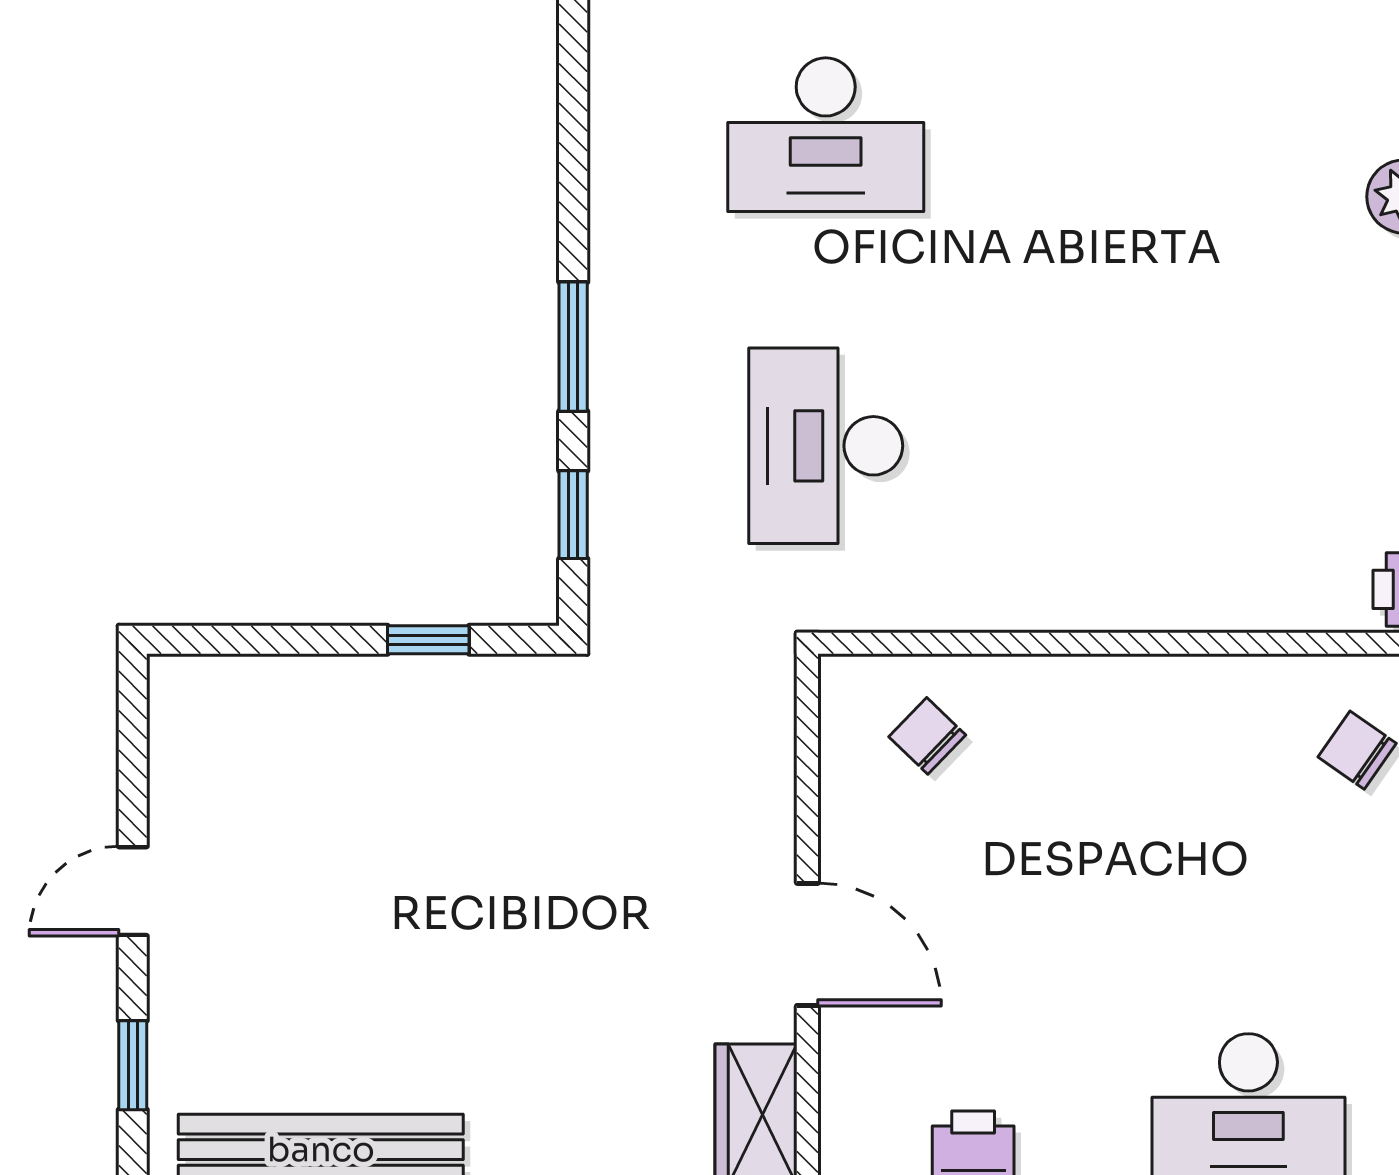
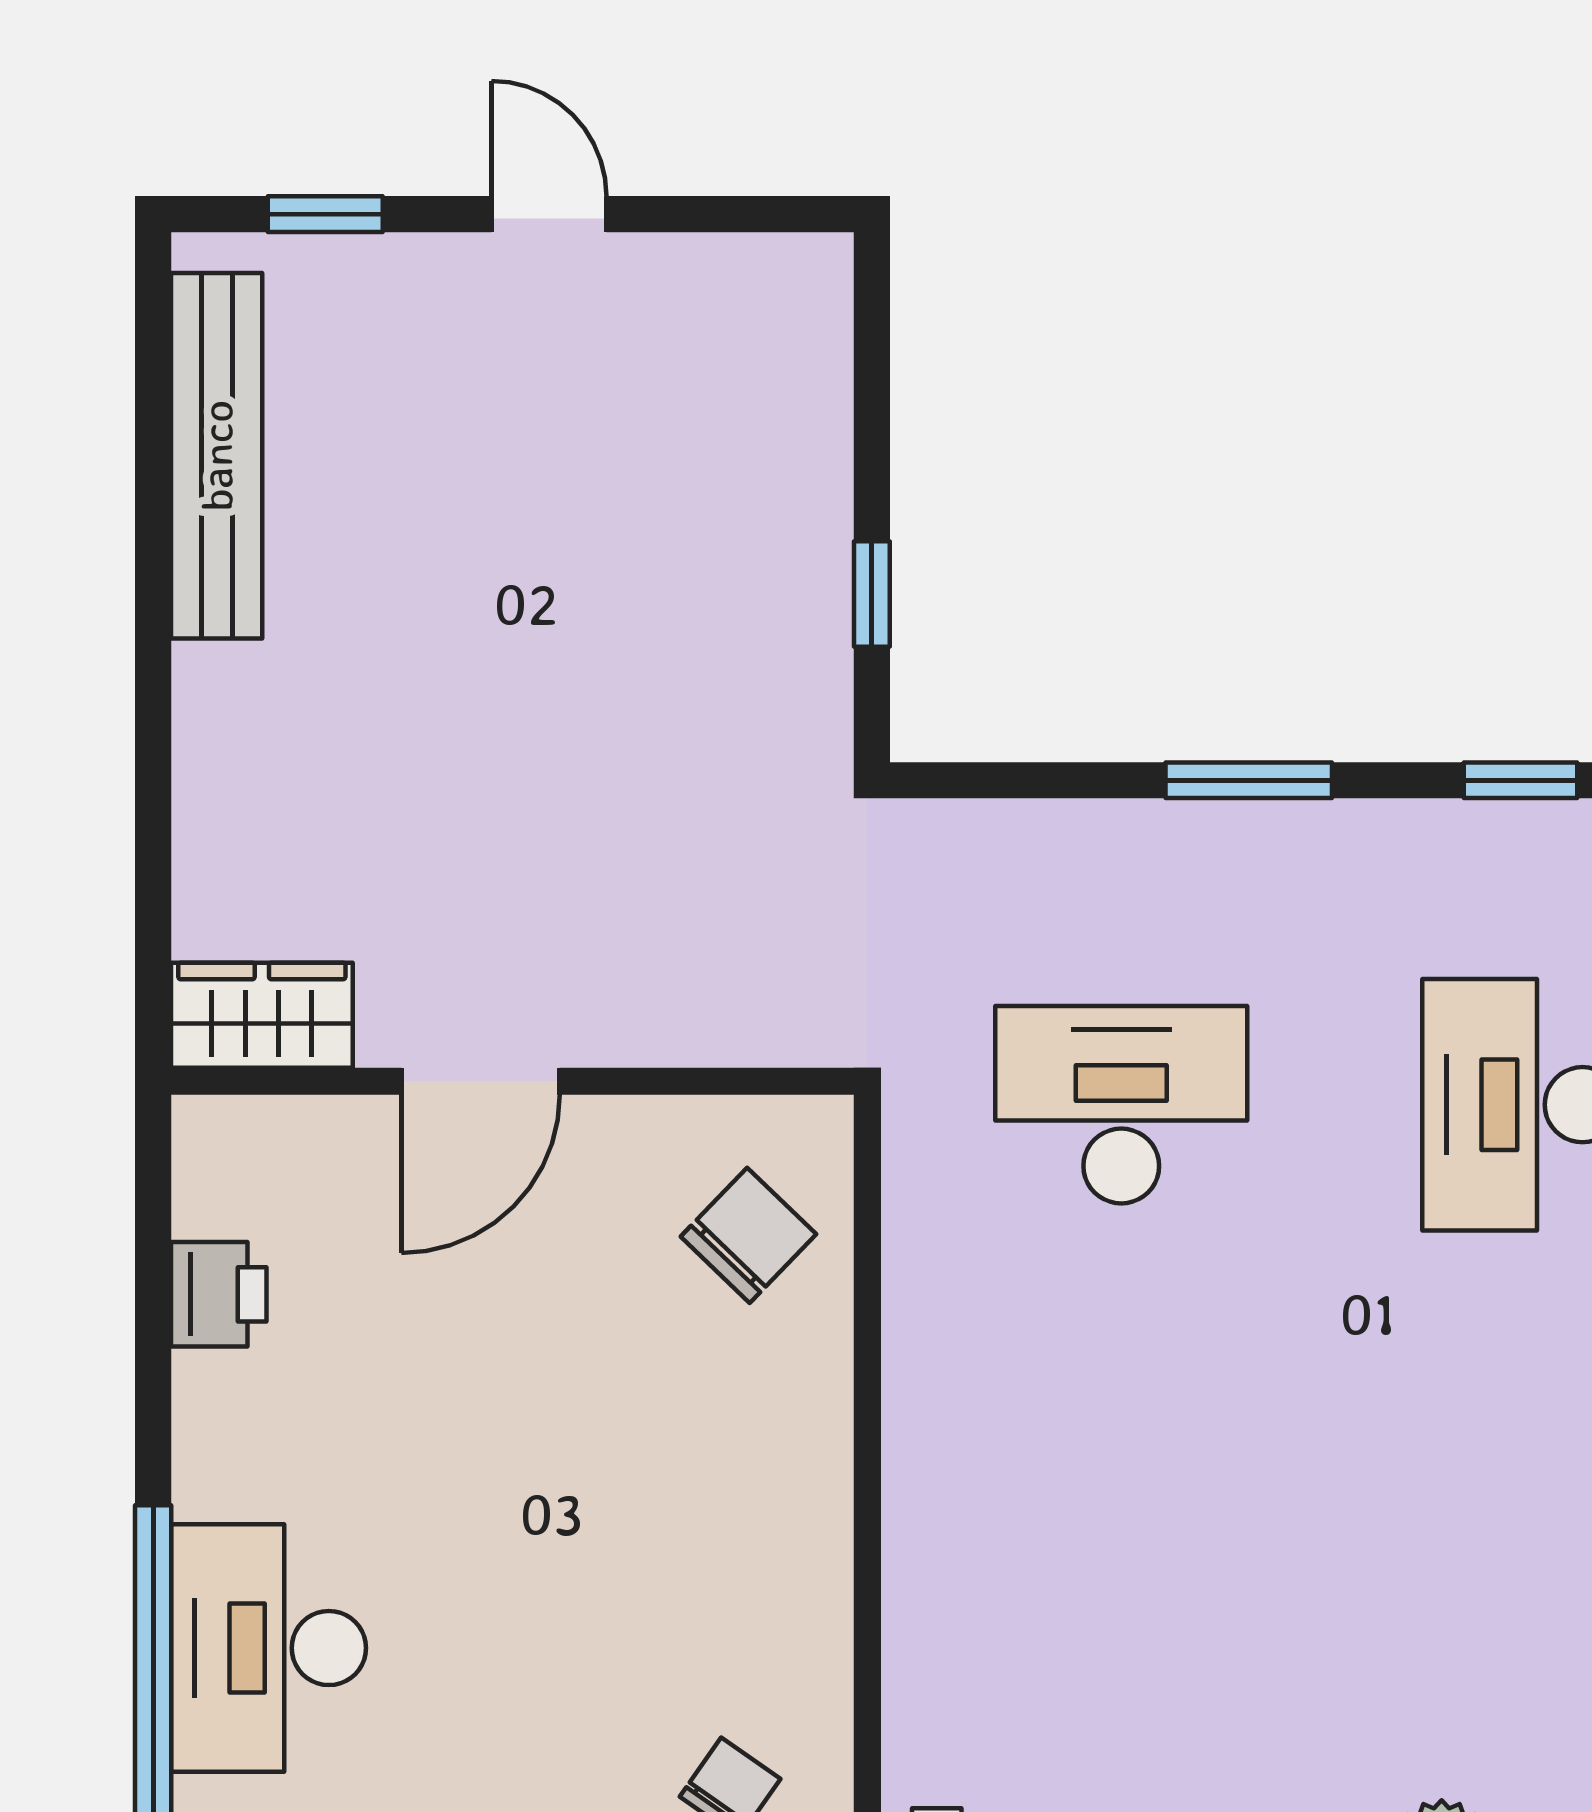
window: (573, 515) -> (1521, 780), moved
chair: (927, 736) -> (748, 1235), width x1.37, depth x1.37

